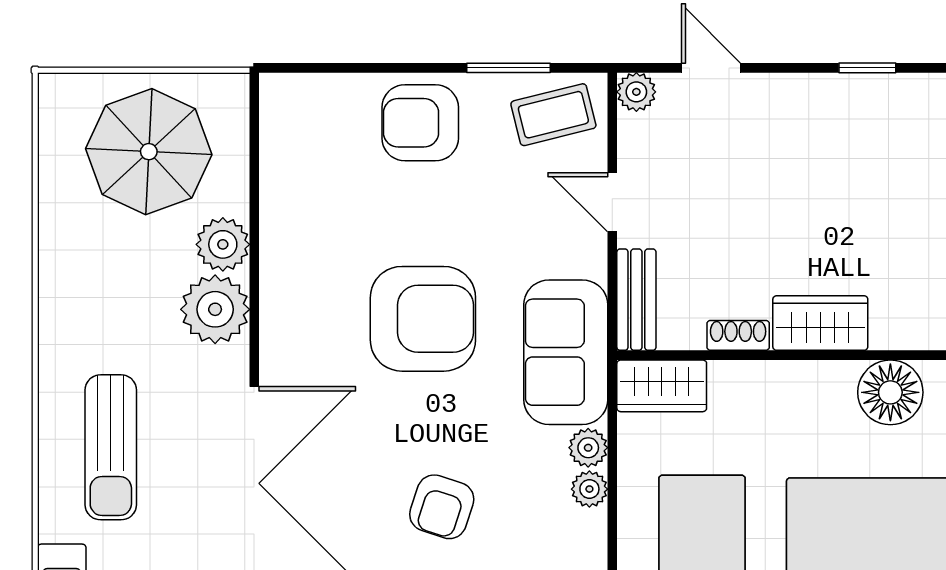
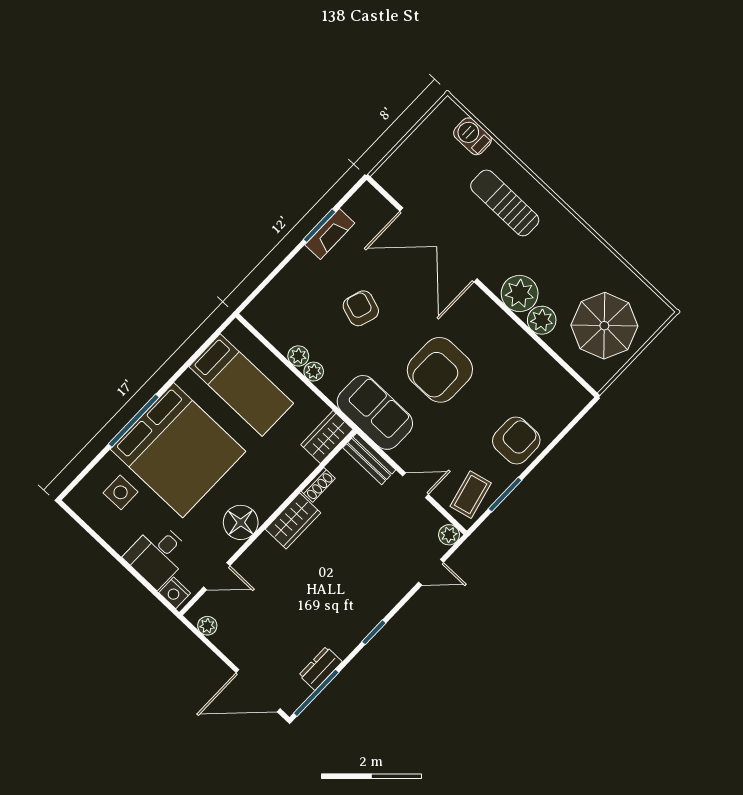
plant: (588, 448) -> (298, 356), moved

